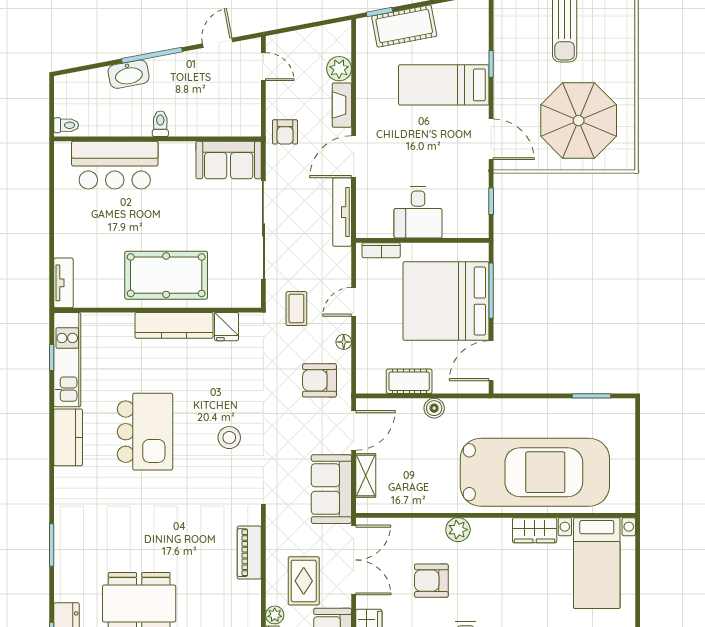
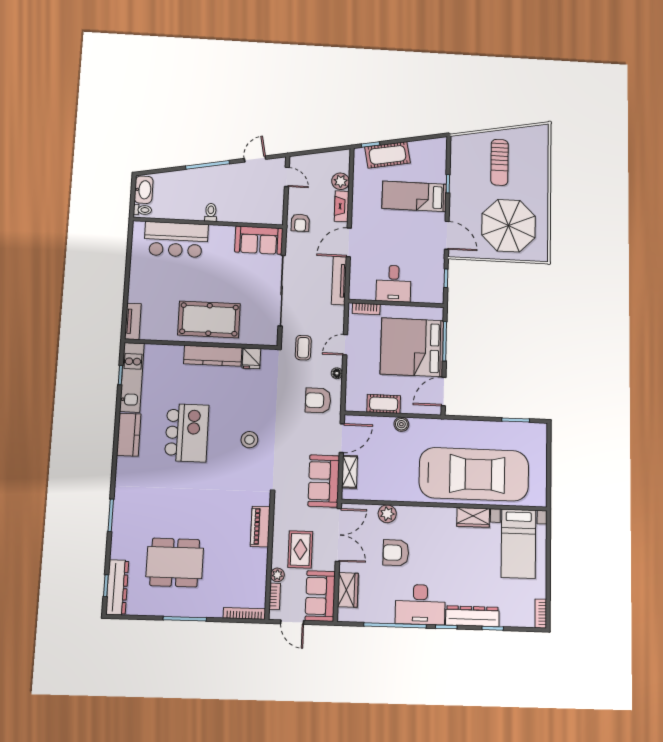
washbasin: (129, 74) -> (144, 190), moved, turned -79
plant: (458, 530) -> (387, 514), moved

